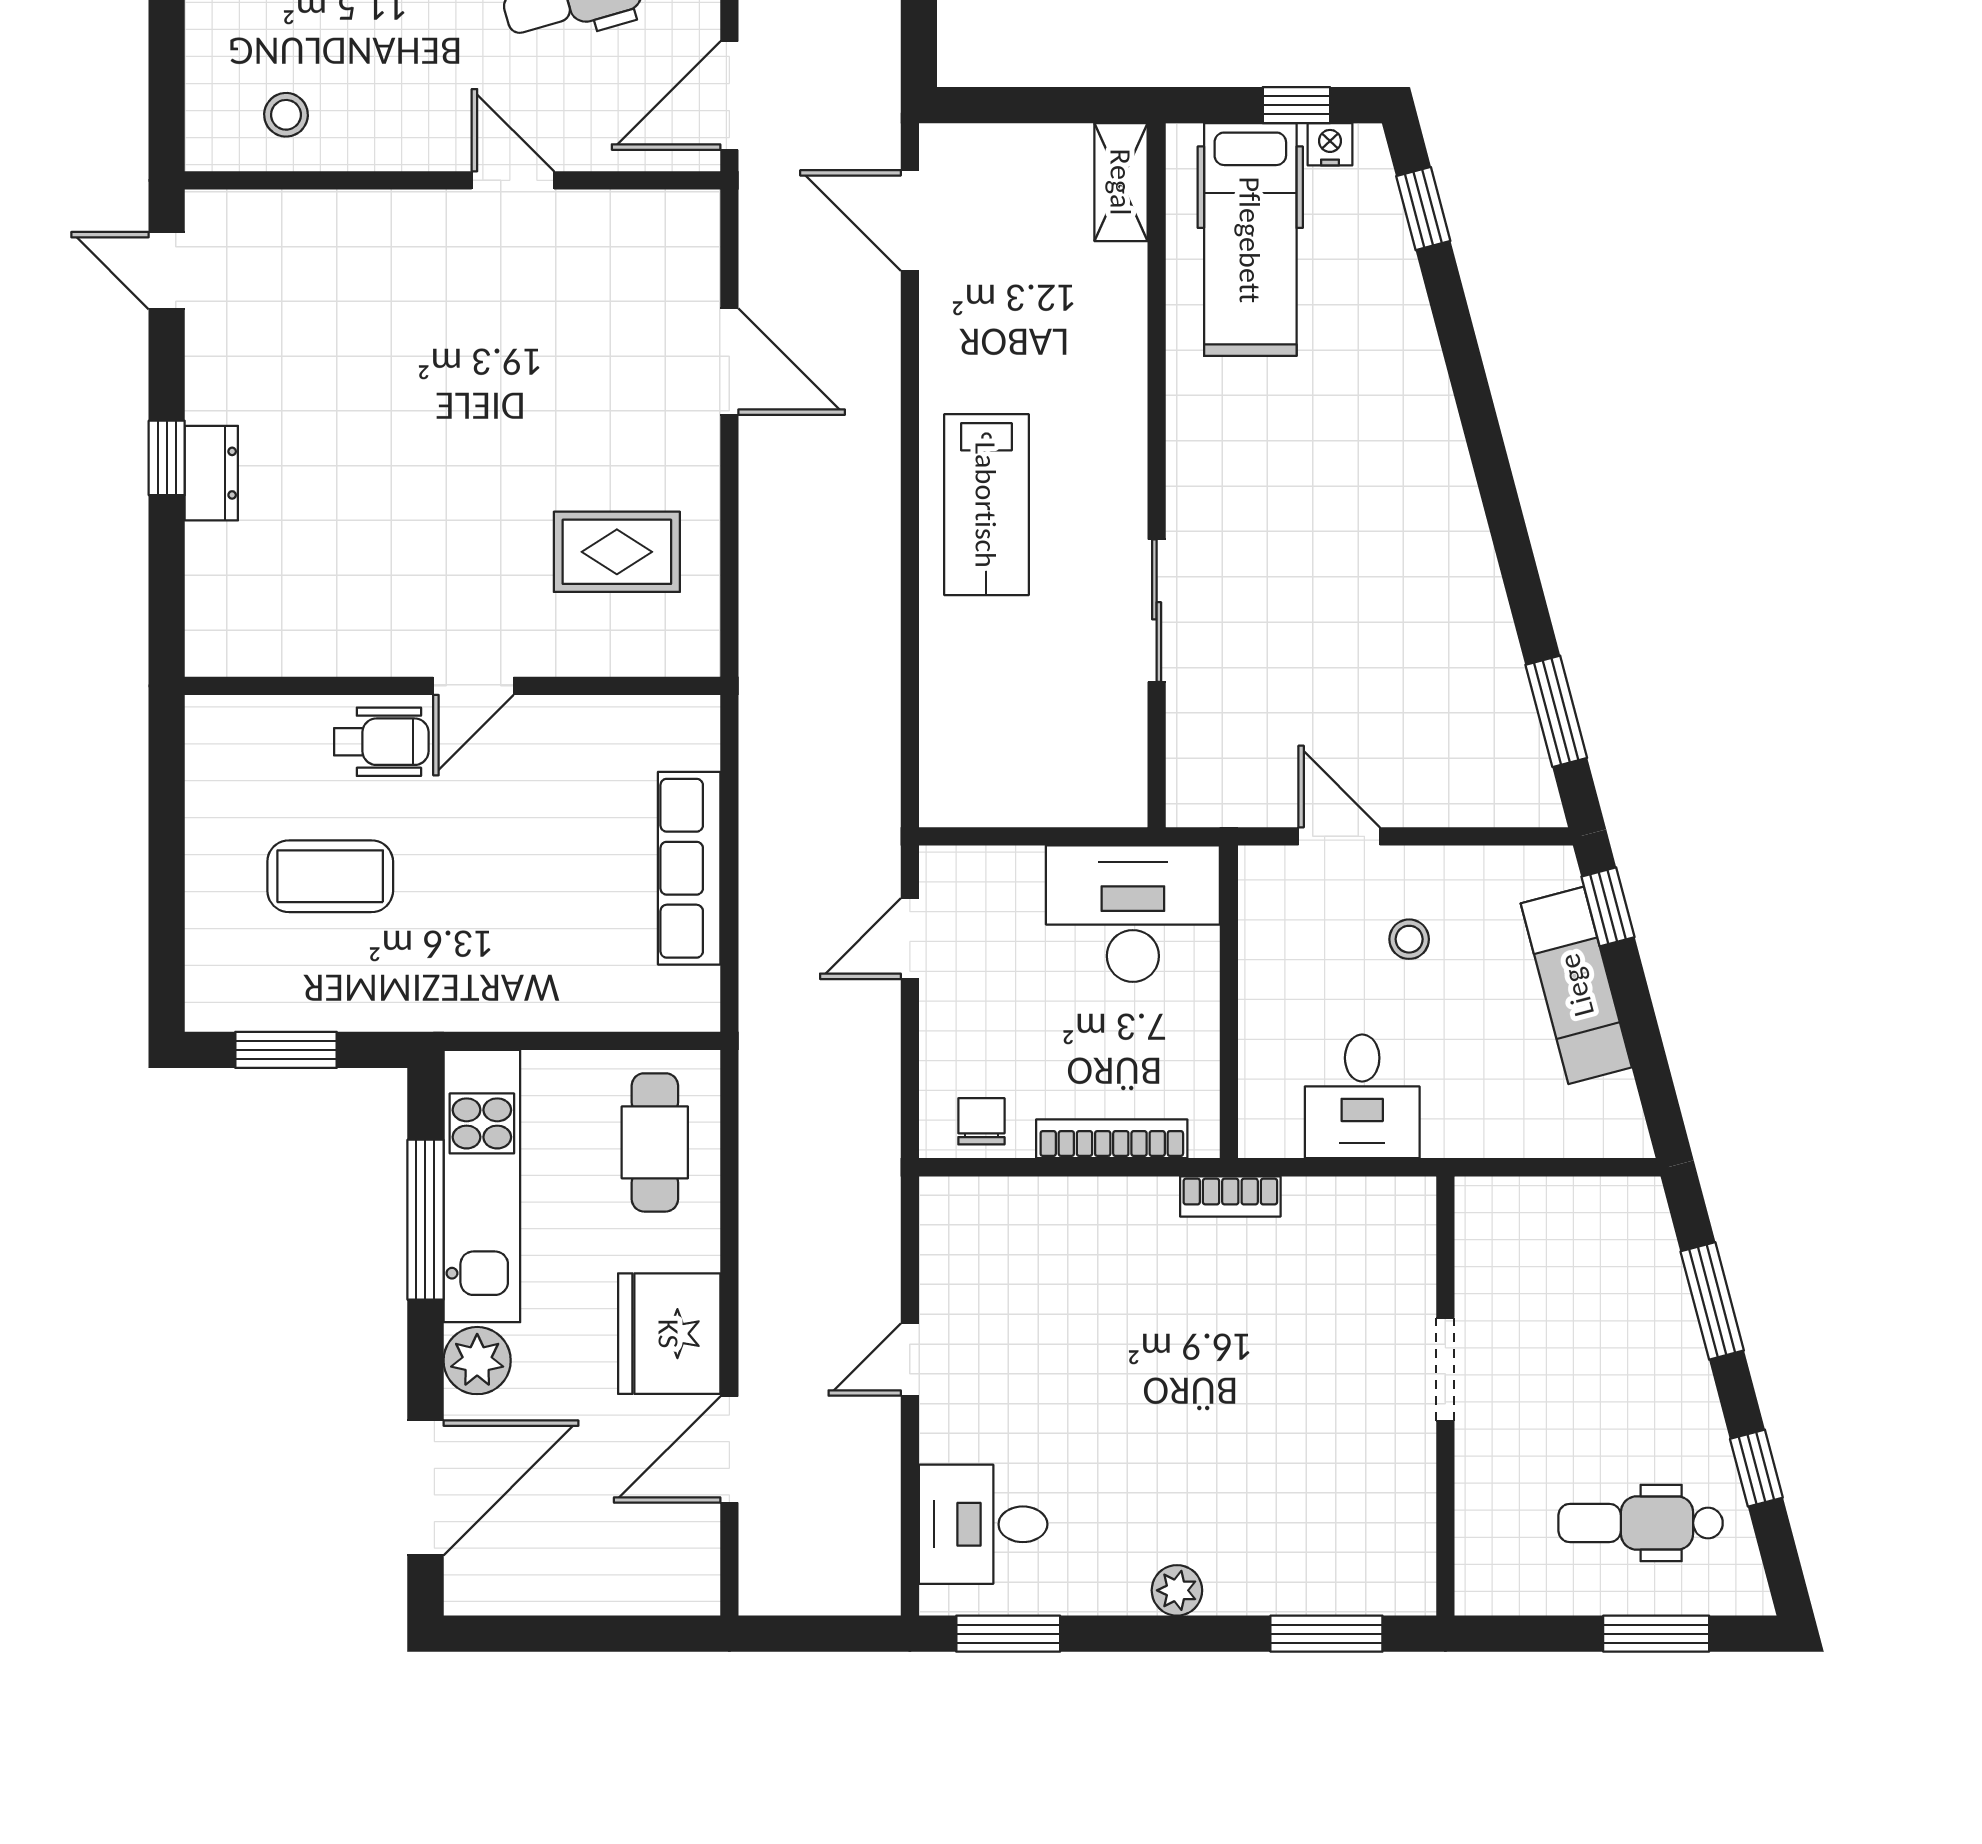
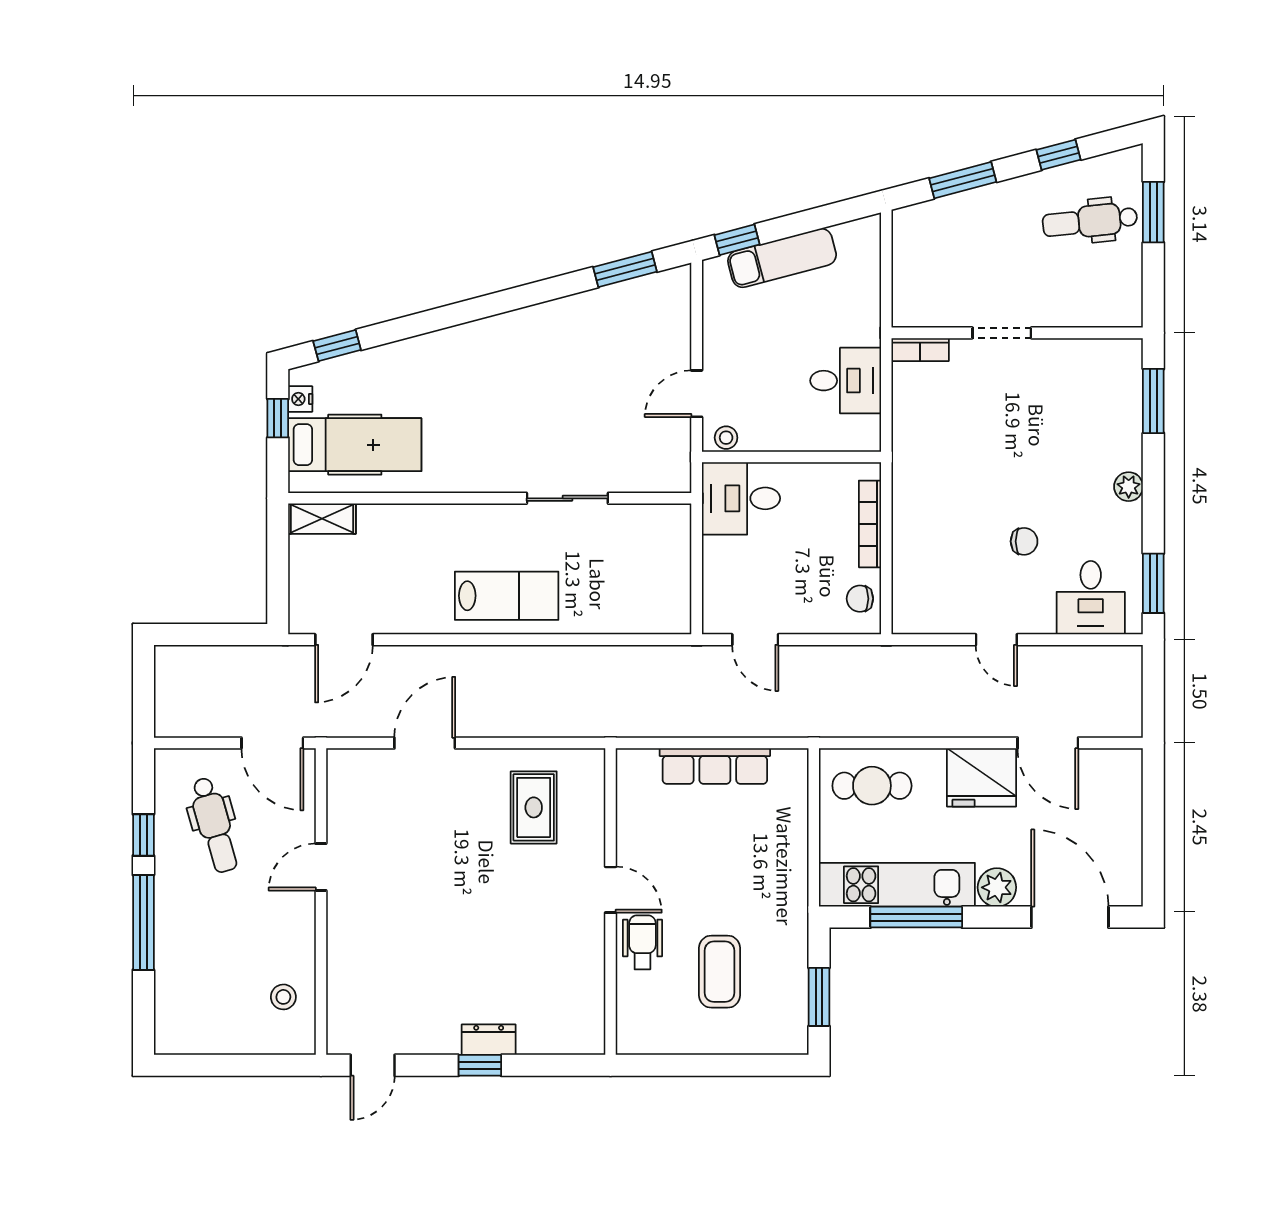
desk: (1133, 914) -> (741, 498), width x0.73
stool: (1409, 939) -> (726, 438), moved
bookcase: (1230, 1196) -> (920, 350), moved, turned 90
chair: (1081, 1408) -> (1024, 541), added
dental chair: (1641, 1523) -> (1090, 221), turned 84

